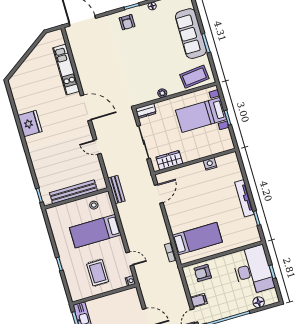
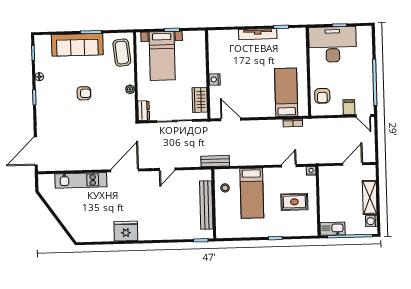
armchair: (127, 22) -> (84, 93), moved
nightstand: (210, 164) -> (215, 79), moved
floor lamp: (259, 302) -> (367, 47), removed

